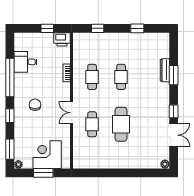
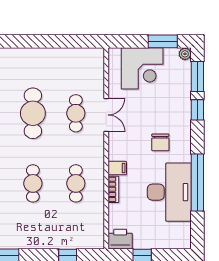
desk: (26, 62) -> (169, 192), width x1.87, depth x1.30
filing cabinet: (64, 87) -> (117, 168), added
double door: (72, 113) -> (106, 115), moved
window: (10, 116) -> (197, 110), moved
window: (43, 173) -> (163, 41), moved

